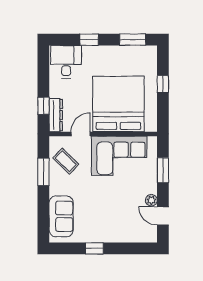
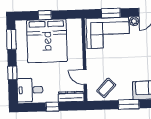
bed: (118, 104) -> (47, 41), moved, turned -90
window: (43, 106) -> (52, 107), moved
corner sofa: (119, 156) -> (108, 33), moved, turned 90
window: (43, 172) -> (129, 104), moved

